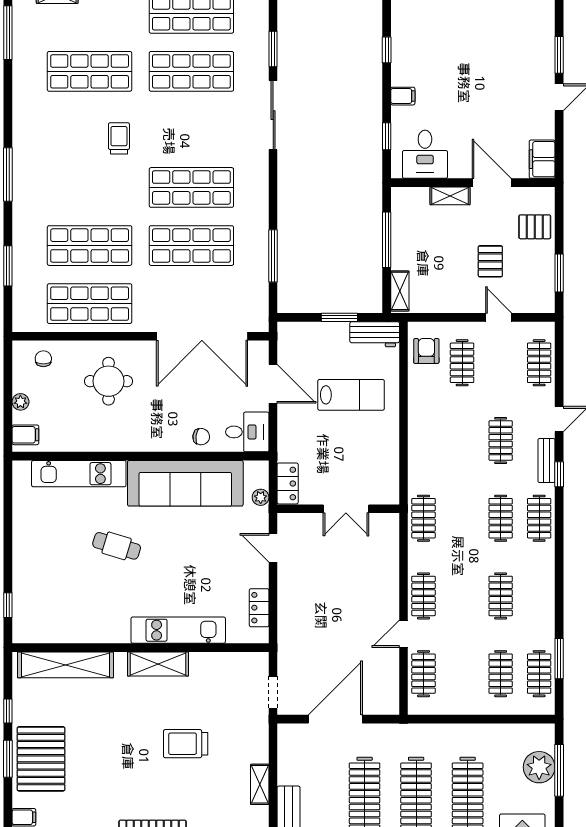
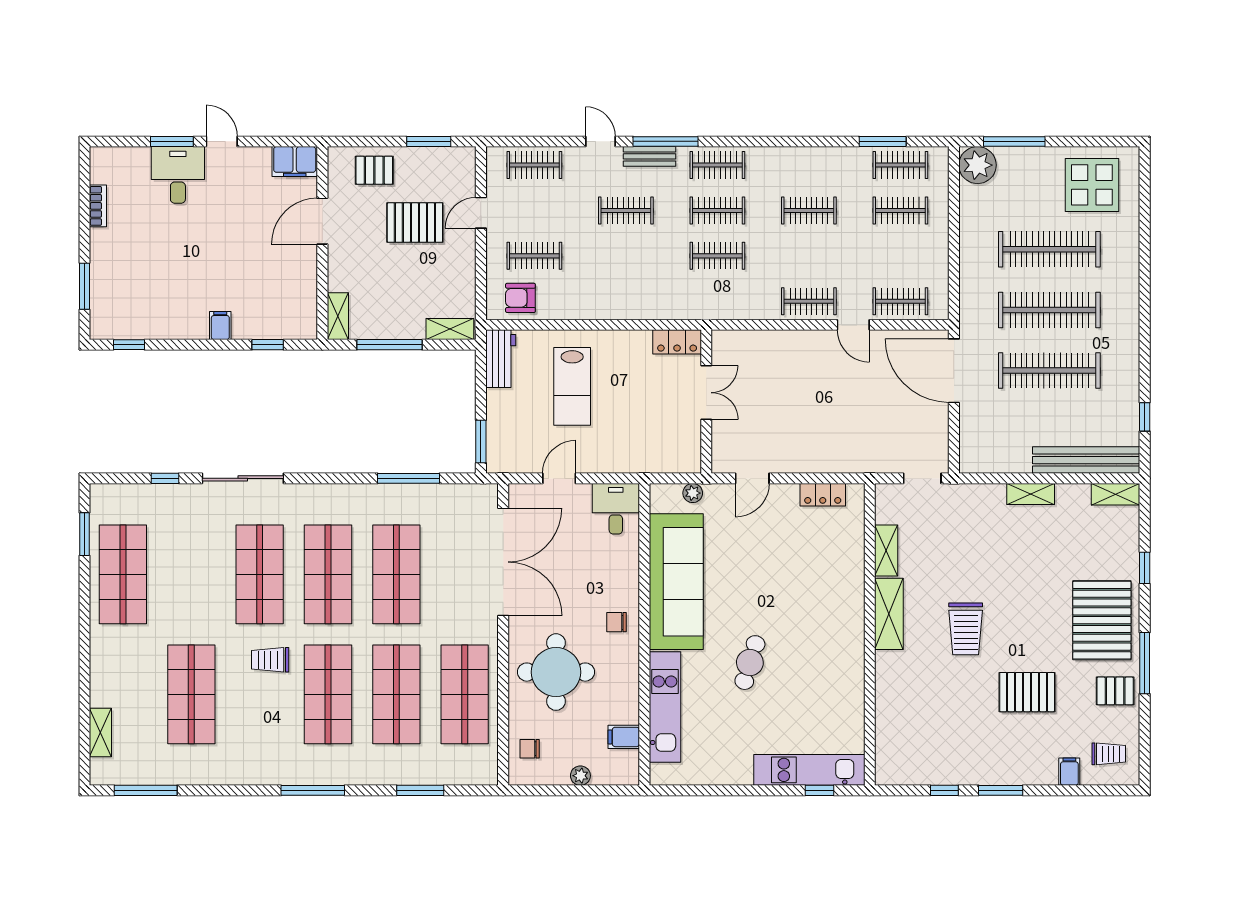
window: (273, 49) -> (165, 478), width x0.67
window: (387, 50) -> (129, 345), moved
shop shelf: (191, 71) -> (260, 574), moved
desk: (425, 154) -> (178, 175), moved, turned -90
shop shelf: (90, 187) -> (328, 694), added
shelving: (450, 196) -> (338, 316), moved
pallet: (535, 227) -> (374, 170), turned 90
pallet: (490, 261) -> (415, 223), width x1.50, depth x1.42
window: (339, 317) -> (481, 442), moved
round table: (109, 381) -> (556, 672), width x1.36, depth x1.36
door: (273, 384) -> (559, 478), width x0.73
lab bench: (351, 395) -> (572, 386), turned 180
filing cabinet: (25, 435) -> (624, 737), moved, turned -90
chair: (201, 437) -> (617, 622), moved, turned -98
window: (559, 474) -> (666, 141), width x2.17
locker: (288, 483) -> (677, 342), moved, turned 180
clothes rail: (423, 518) -> (717, 256), moved
kitchen unit: (178, 630) -> (809, 770), moved, turned 90
shelving: (65, 665) -> (886, 550), moved, width x0.45, depth x0.75
door: (335, 719) -> (954, 371), moved
trolley: (186, 744) -> (966, 629), moved
pallet: (41, 759) -> (1027, 692), moved, width x0.73, depth x0.71
plant: (539, 767) -> (978, 165), moved

